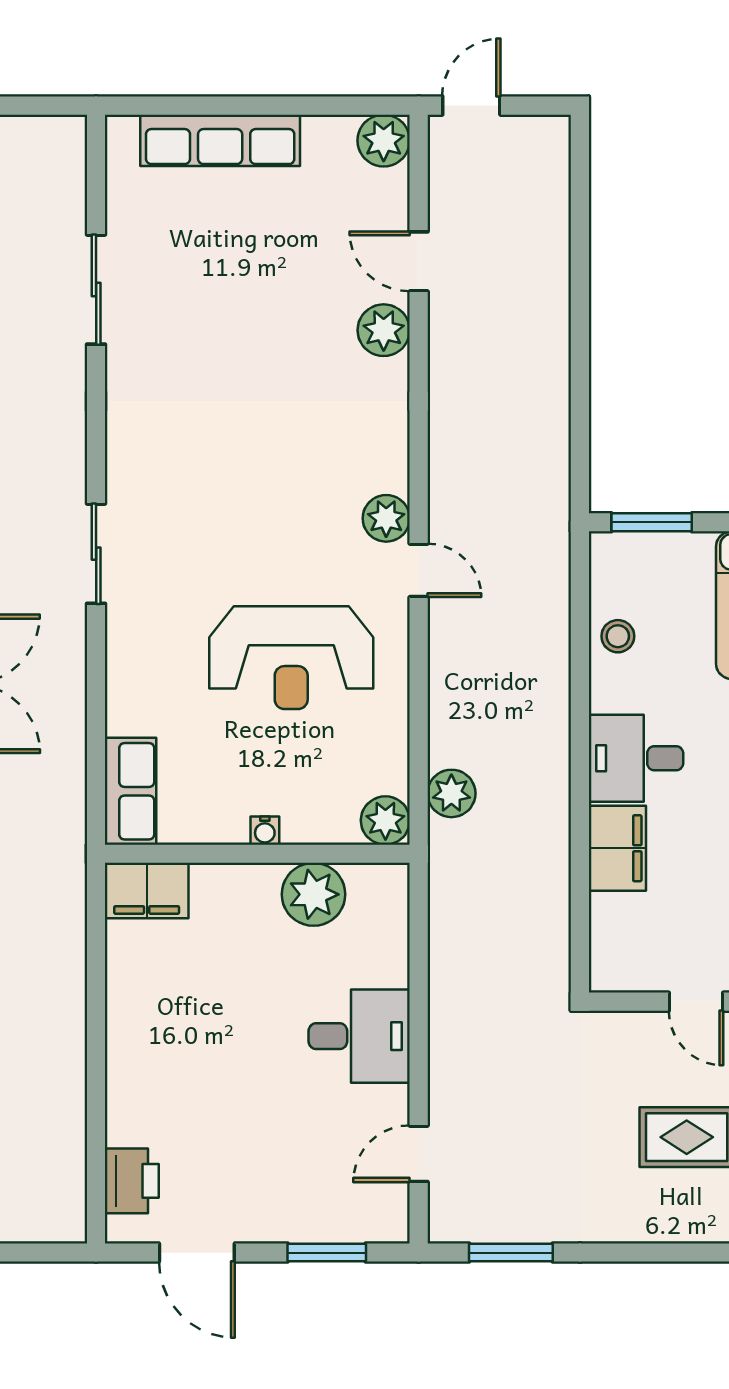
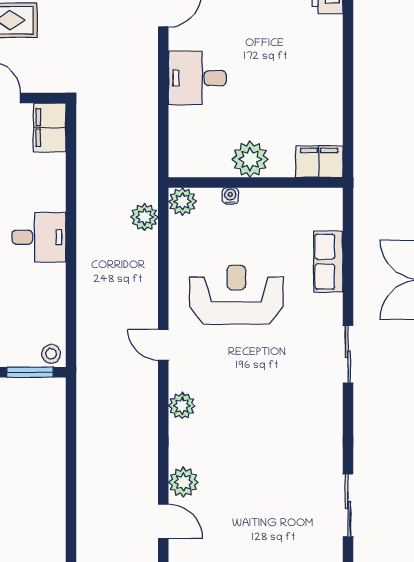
plant: (386, 518) -> (182, 406), moved
stool: (618, 636) -> (51, 354), moved
row of seats: (131, 791) -> (328, 262), moved
water cooler: (265, 831) -> (230, 196), moved
filing cabinet: (617, 848) -> (50, 127), moved
plant: (314, 894) -> (250, 159), moved

